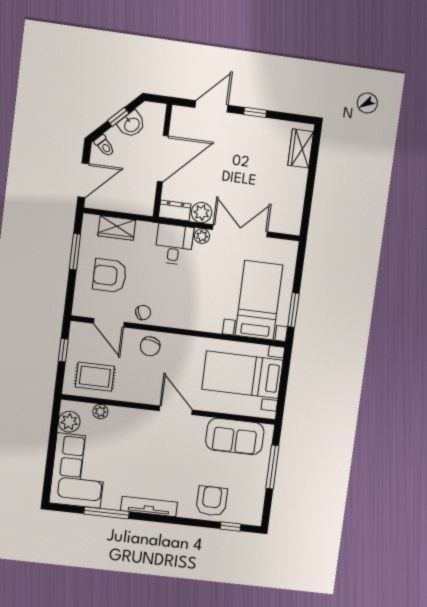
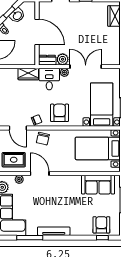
door: (163, 159) -> (37, 32), hinge flipped
wardrobe: (117, 228) -> (28, 74), moved
armchair: (110, 276) -> (60, 113), moved, turned 90
door: (176, 410) -> (40, 174), moved
armchair: (212, 501) -> (101, 225), moved

